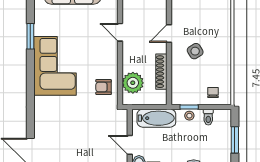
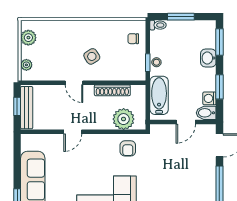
toilet: (208, 117) -> (158, 25), moved

